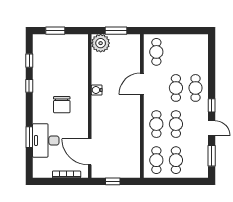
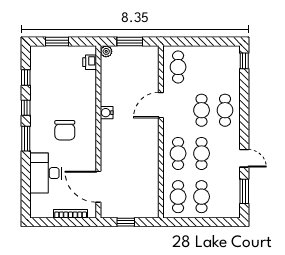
plant: (101, 43) -> (106, 51), width x0.53, depth x0.53
printer: (82, 48) -> (90, 62), added
window: (212, 105) -> (244, 61), moved
window: (29, 137) -> (26, 139), moved

